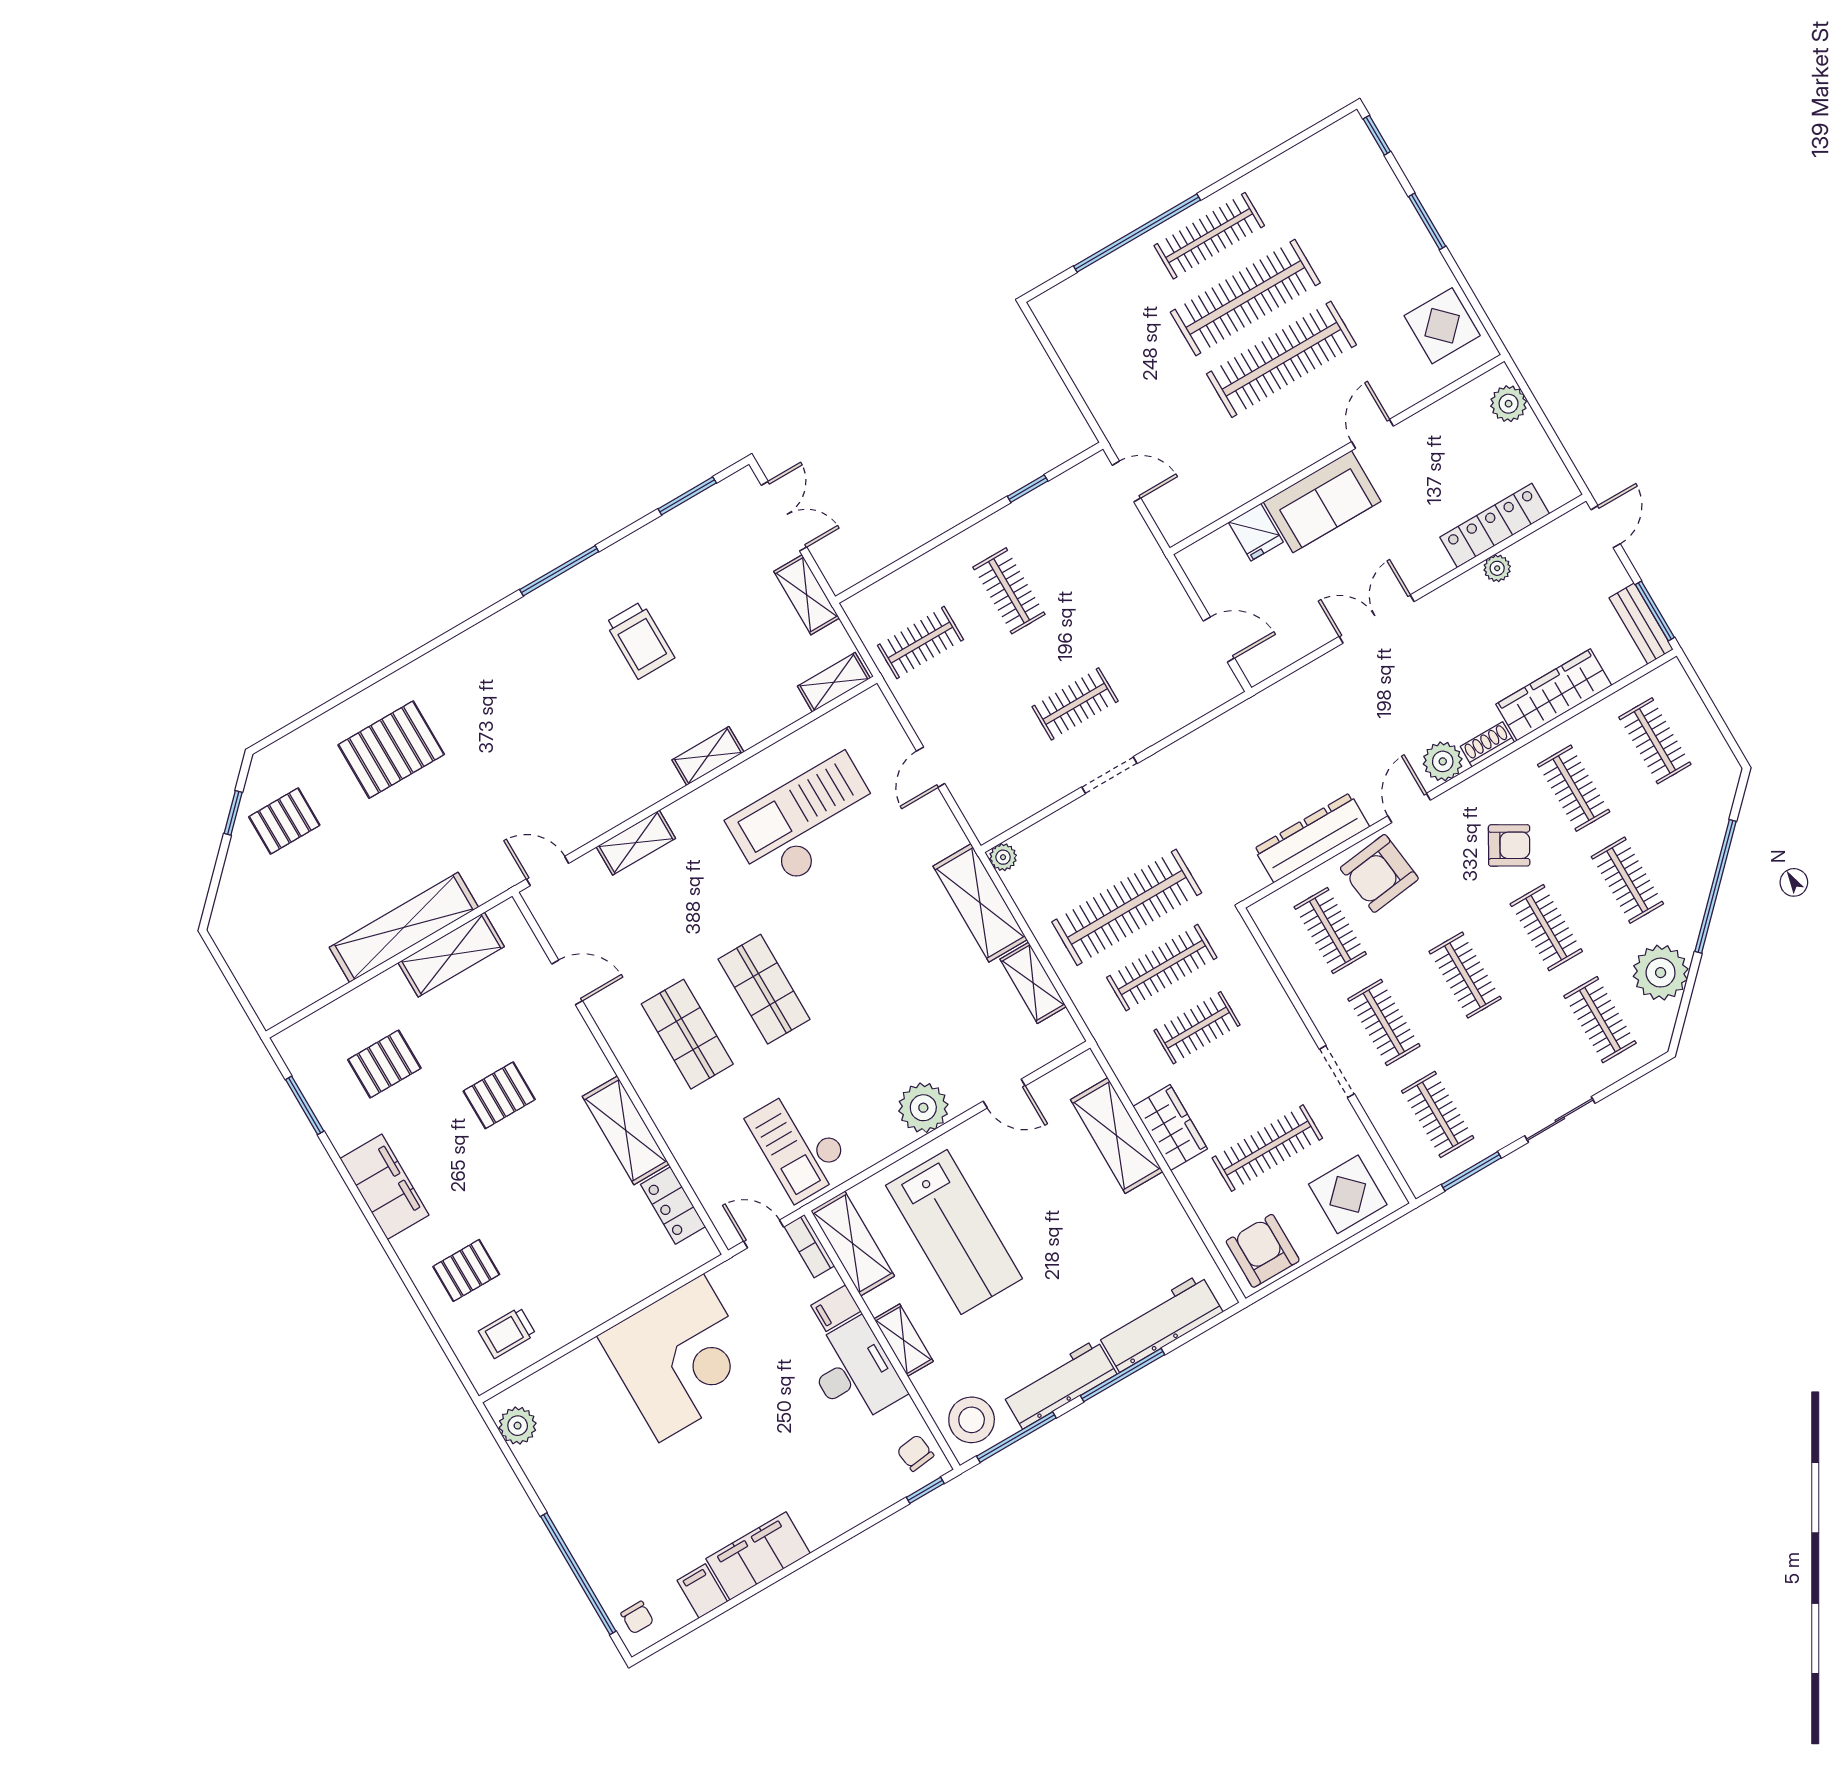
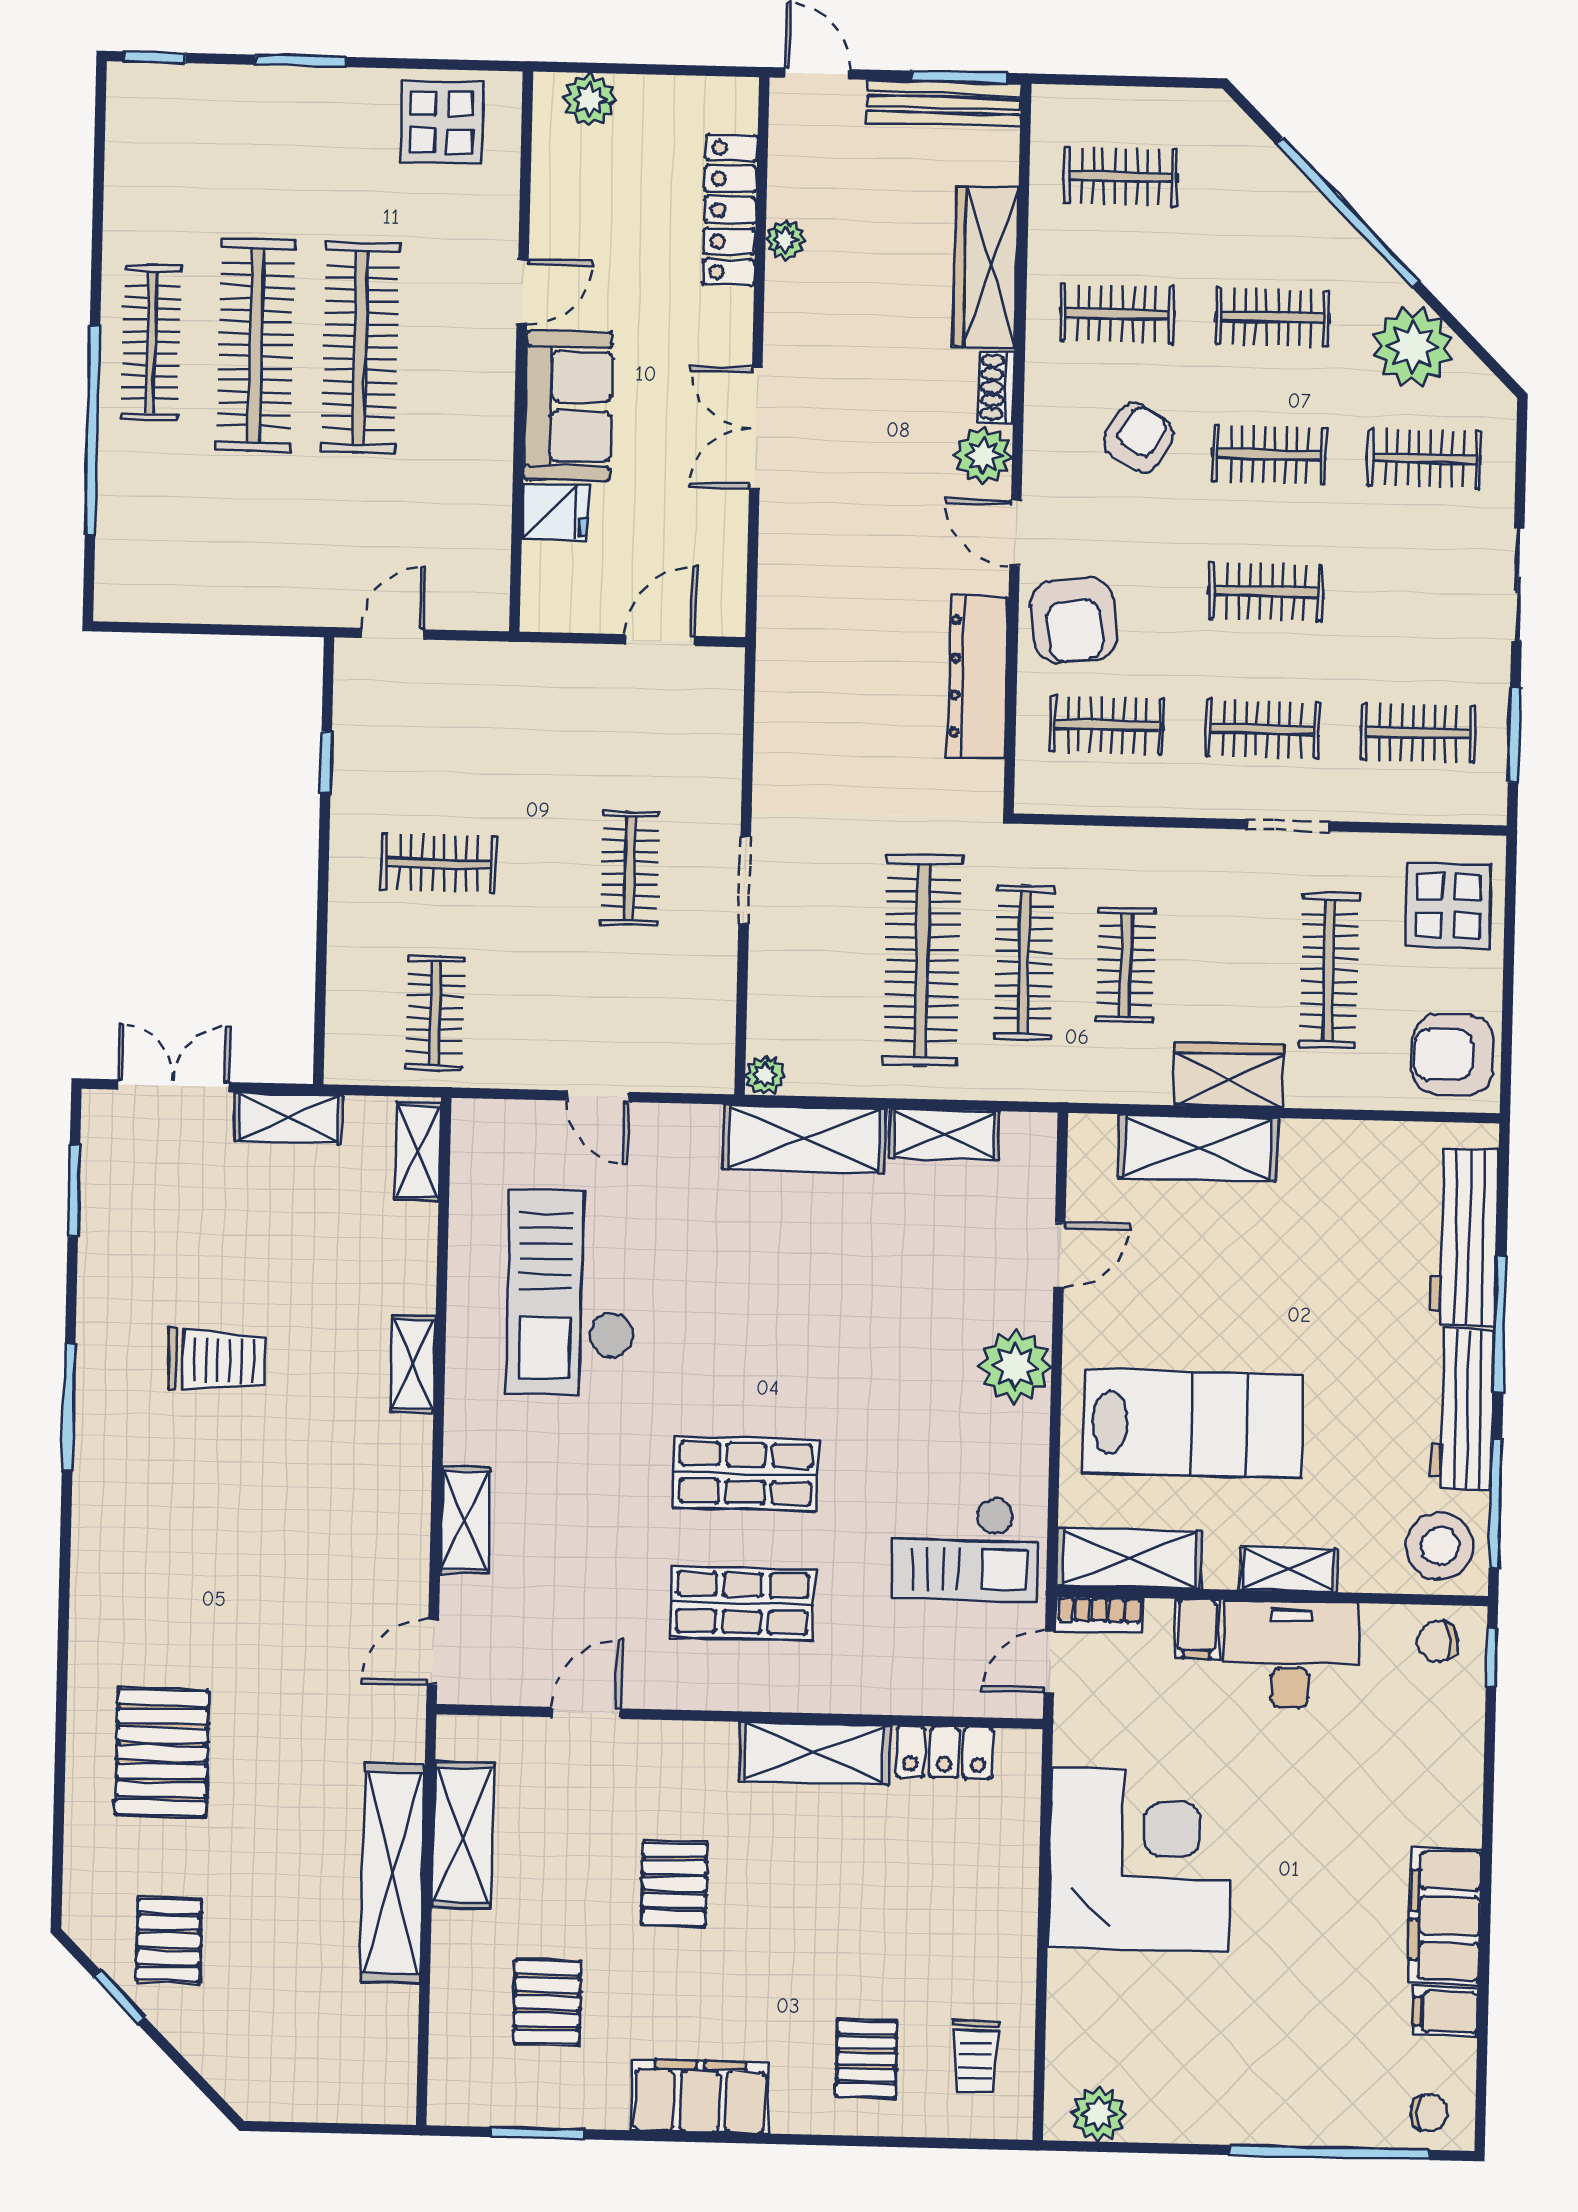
door: (1372, 434) -> (523, 292), swing flipped
bench: (1641, 624) -> (944, 103), width x1.36

